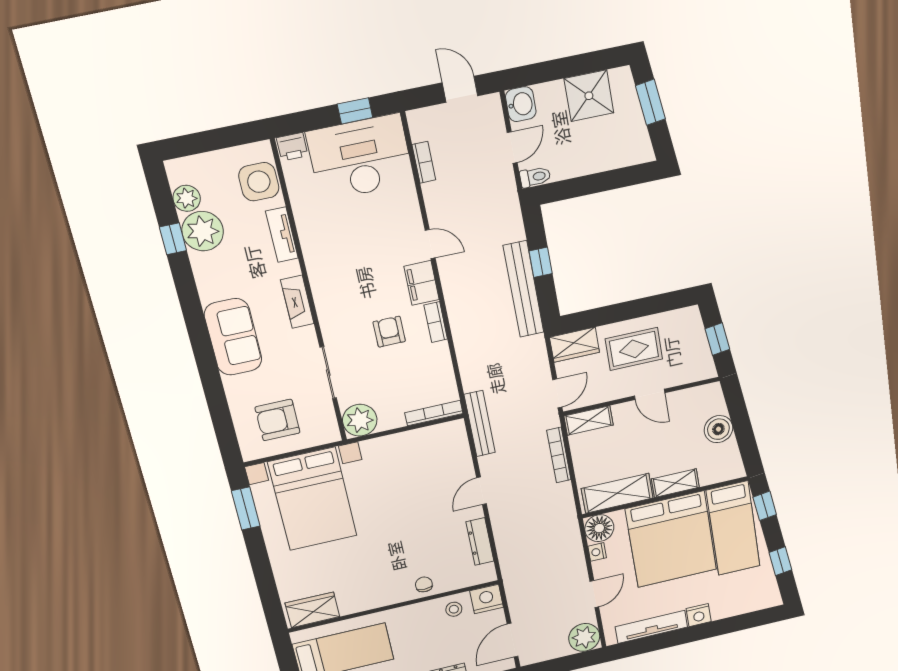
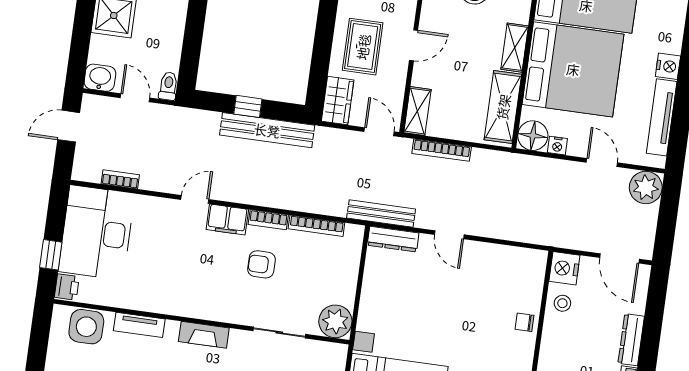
window: (355, 111) -> (51, 255), moved
bookcase: (434, 413) -> (316, 226), moved, turned -90
dresser: (480, 541) -> (393, 239), moved

